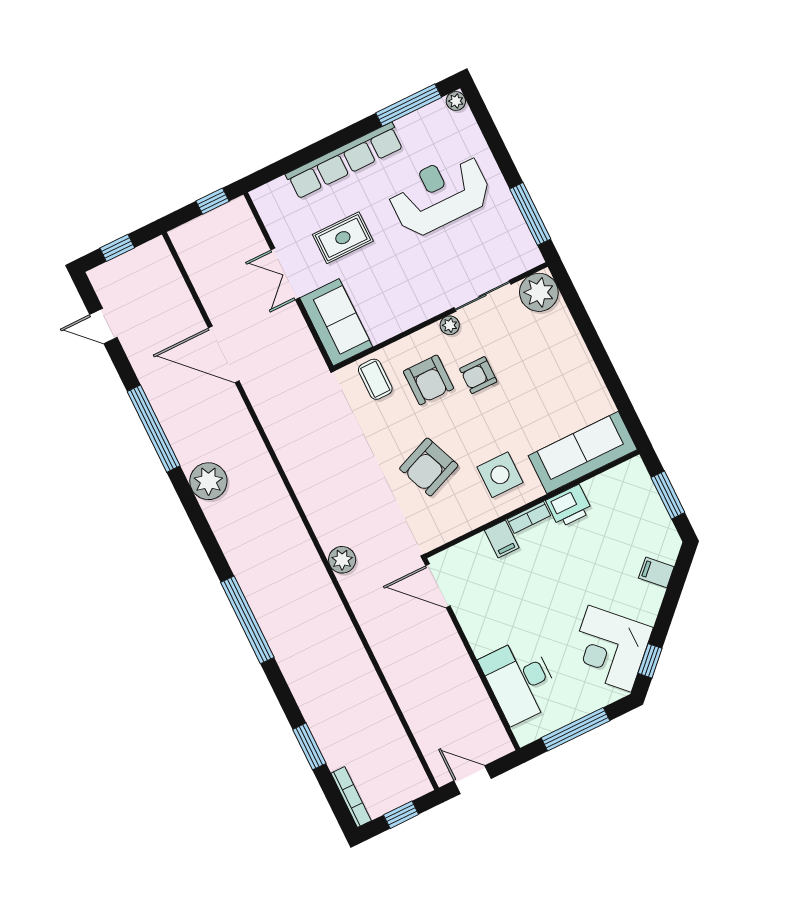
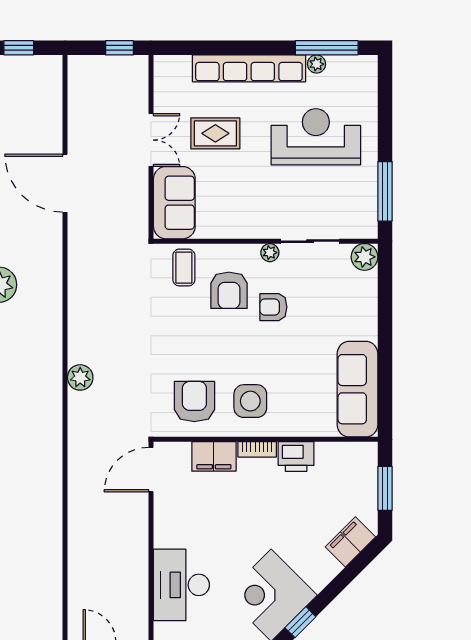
plant: (456, 101) -> (317, 64), moved
double door: (285, 274) -> (151, 140), swing flipped
plant: (539, 292) -> (364, 257), width x0.73, depth x0.73
sofa: (583, 453) -> (357, 389), moved, turned -90
armchair: (429, 467) -> (194, 402), moved, turned 112
filing cabinet: (502, 539) -> (214, 456), width x2.00
plant: (342, 560) -> (80, 377), moved
filing cabinet: (656, 572) -> (350, 542), width x2.00
door: (438, 586) -> (151, 470), hinge flipped

